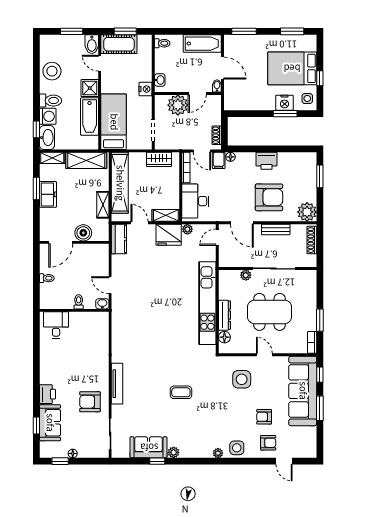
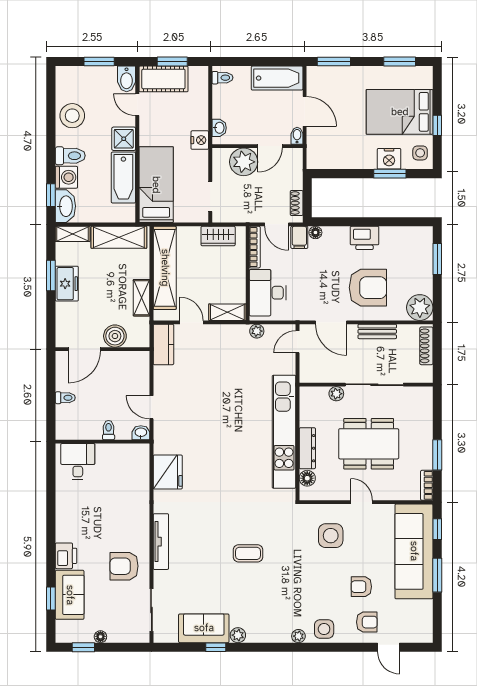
fridge: (169, 235) -> (168, 472), moved, turned -90

